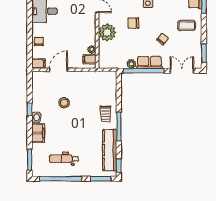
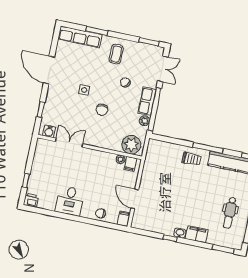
plant: (107, 32) -> (131, 145), moved
double door: (182, 71) -> (163, 69), swing flipped
stool: (64, 103) -> (171, 200), removed

